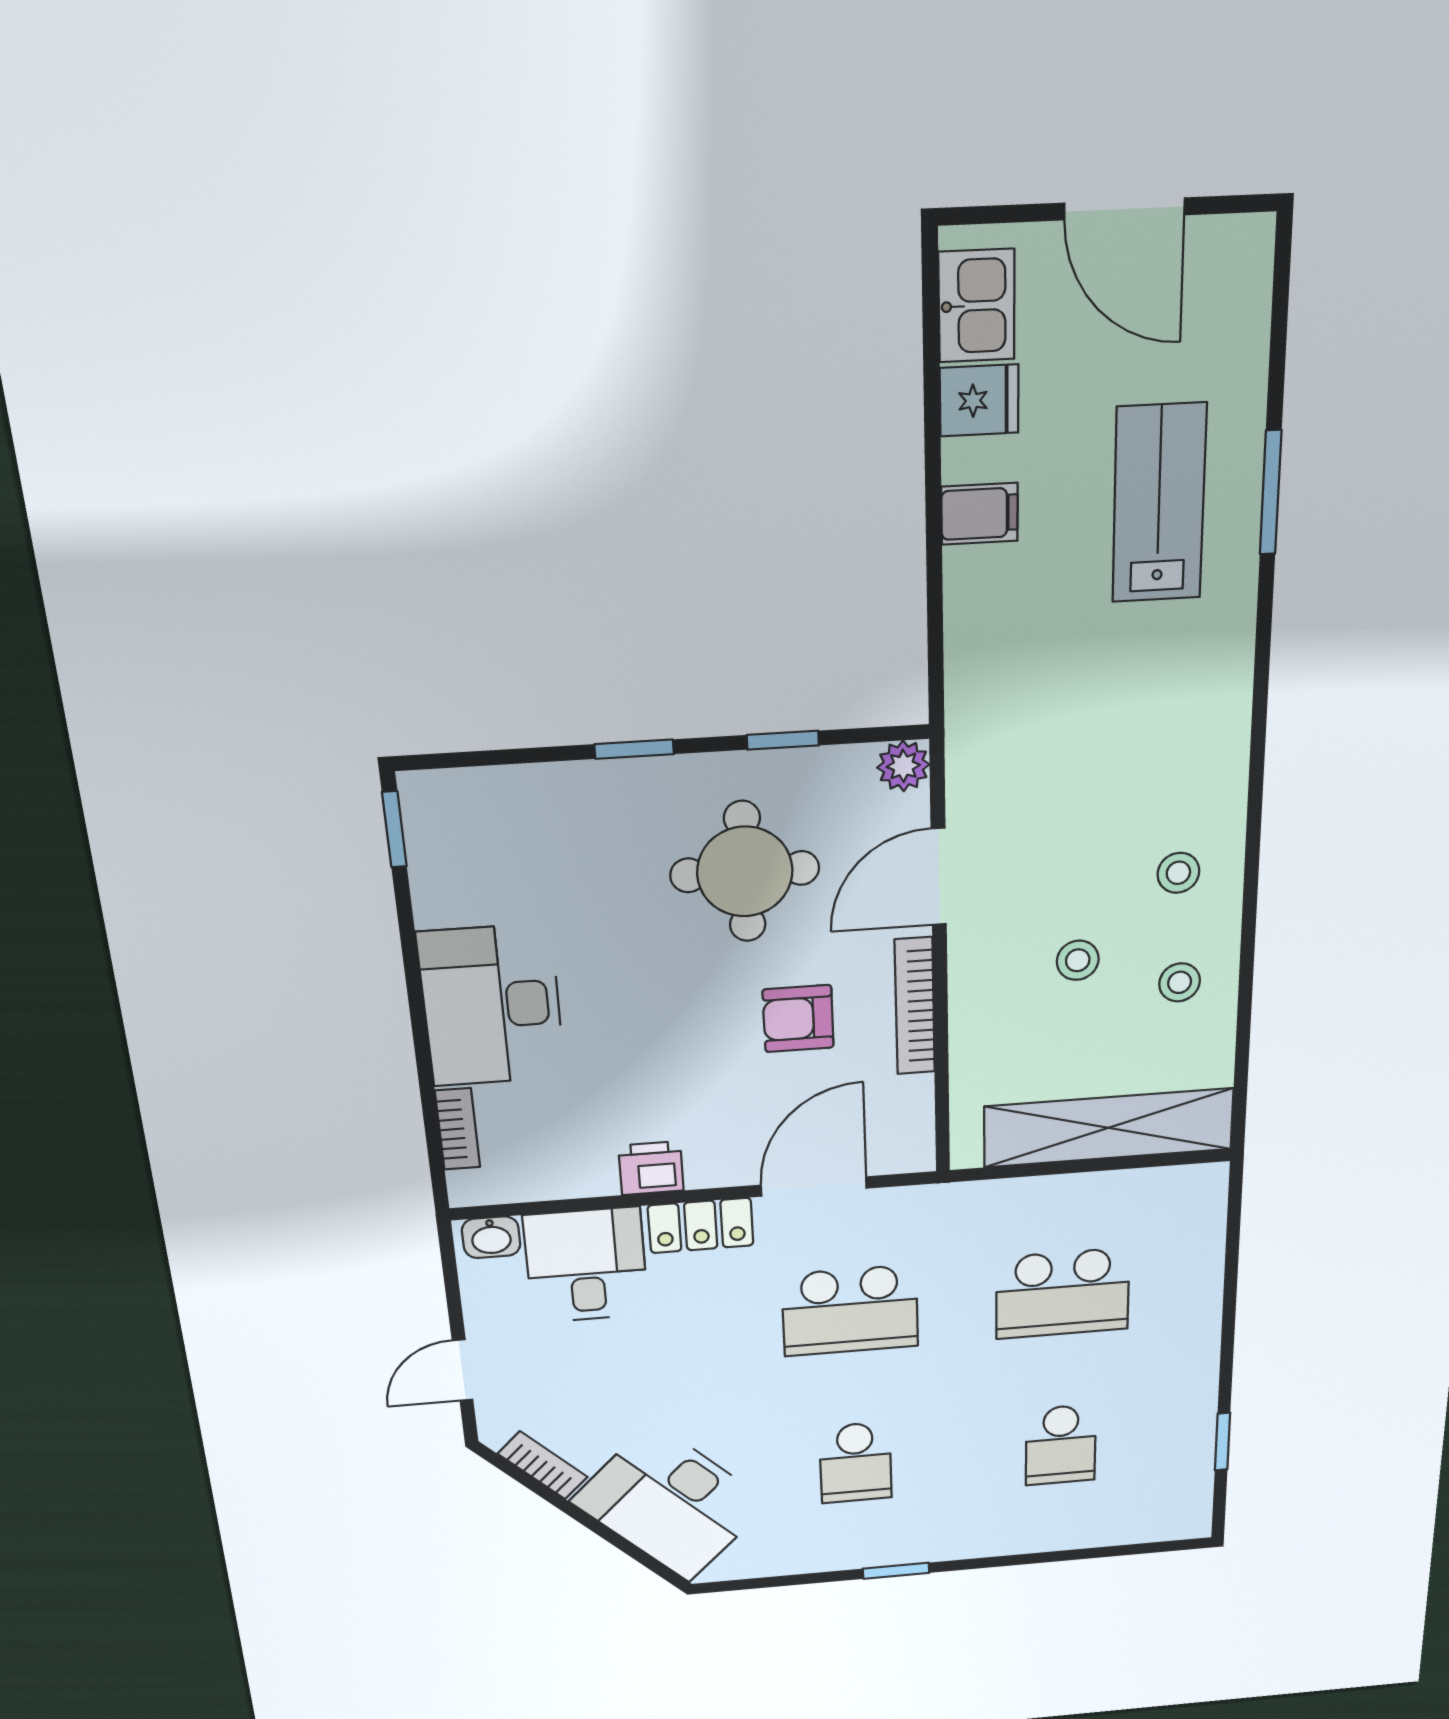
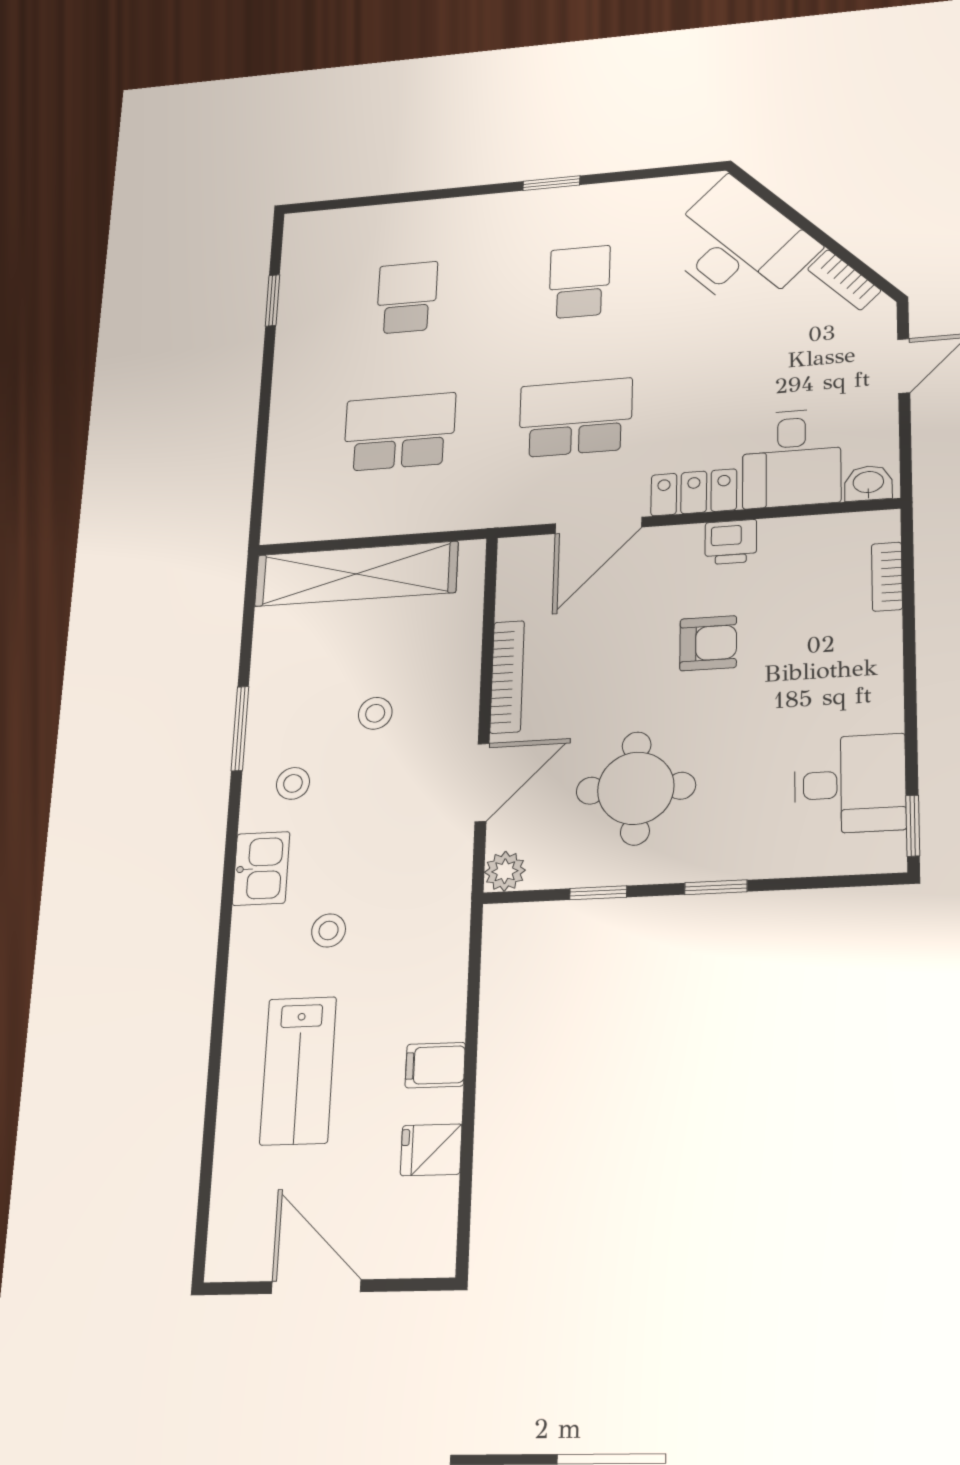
kitchen sink: (977, 306) -> (261, 868), moved, turned 180
window: (1271, 493) -> (240, 728), moved
stool: (1180, 982) -> (329, 930), moved
desk: (492, 1006) -> (850, 784), moved, width x0.73
armchair: (798, 1019) -> (708, 643), moved

